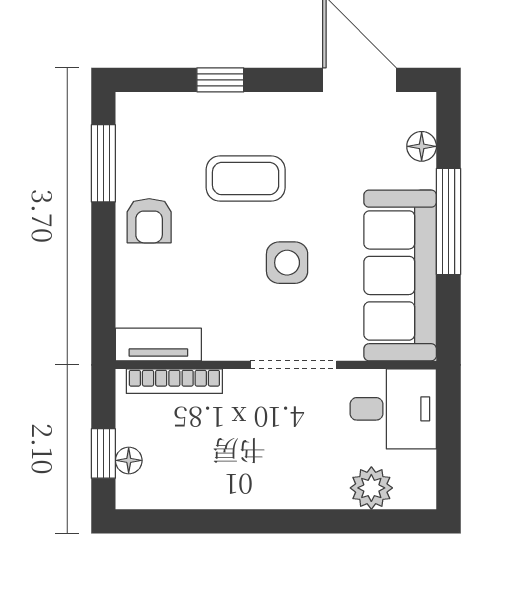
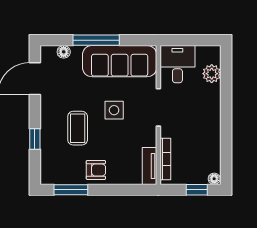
floor lamp: (129, 460) -> (214, 179), moved

